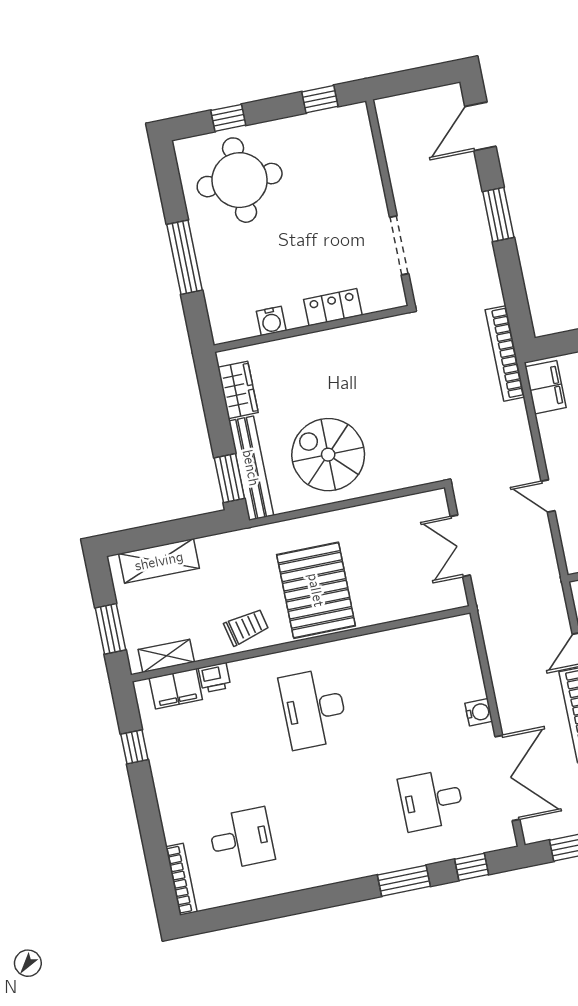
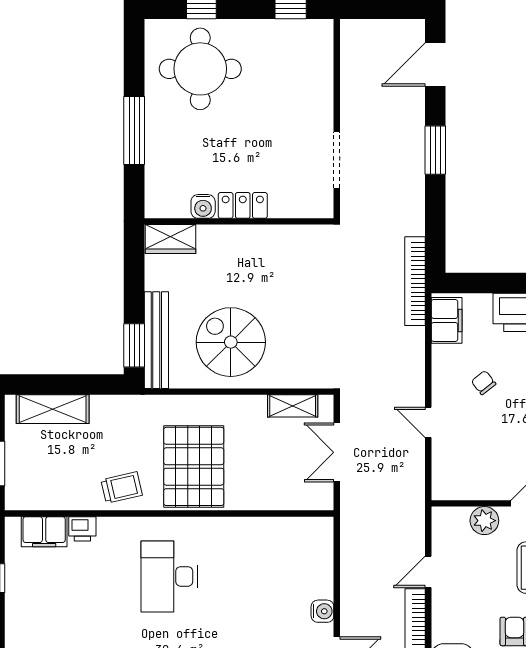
locker: (333, 307) -> (243, 205), moved
wardrobe: (238, 390) -> (170, 239), moved, turned 90
shelving: (166, 656) -> (293, 406), moved

